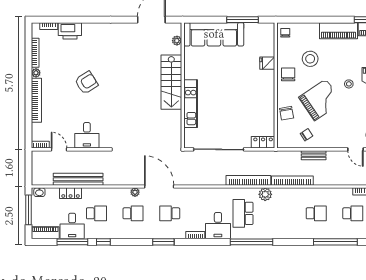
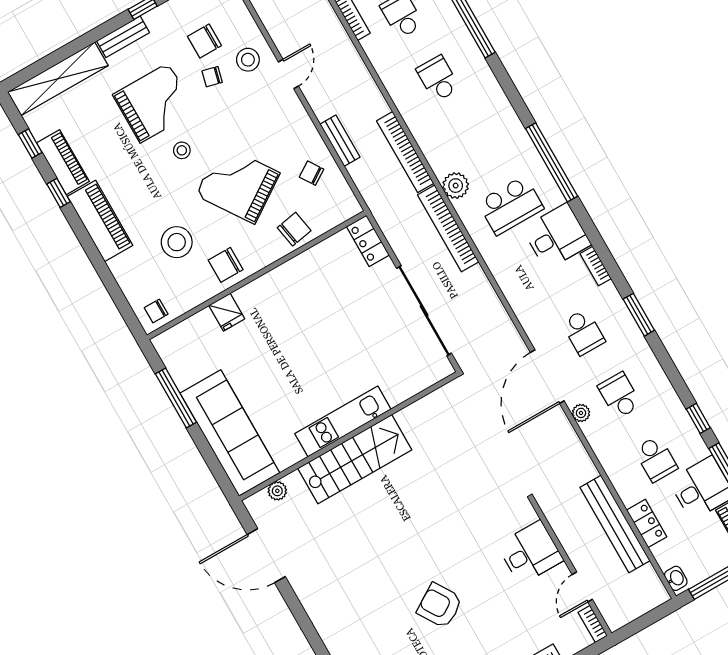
kitchen unit: (191, 104) -> (343, 421), moved
school desk: (96, 213) -> (656, 459), turned 180

